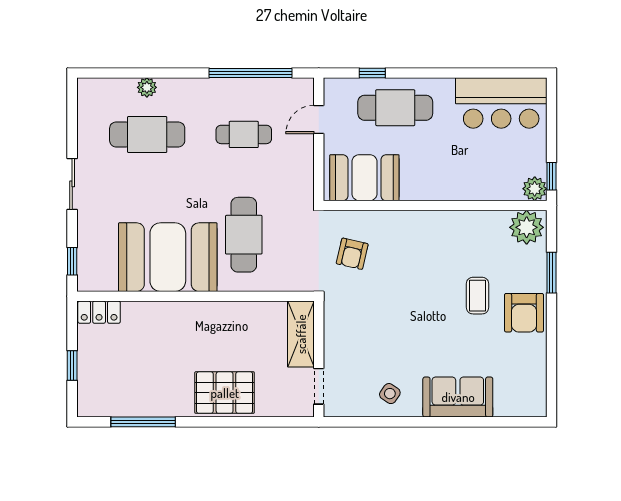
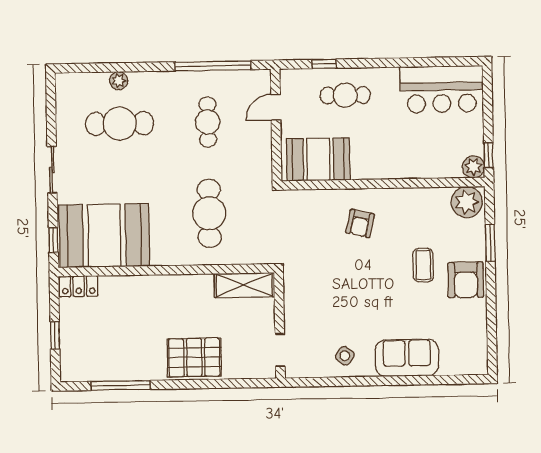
cafe table: (395, 108) -> (345, 95), width x0.73, depth x0.74
cafe table: (244, 134) -> (208, 122), turned 90
armchair: (352, 254) -> (360, 223), moved
booth: (168, 257) -> (104, 236), moved
shelving: (301, 334) -> (244, 285), moved, turned 90

